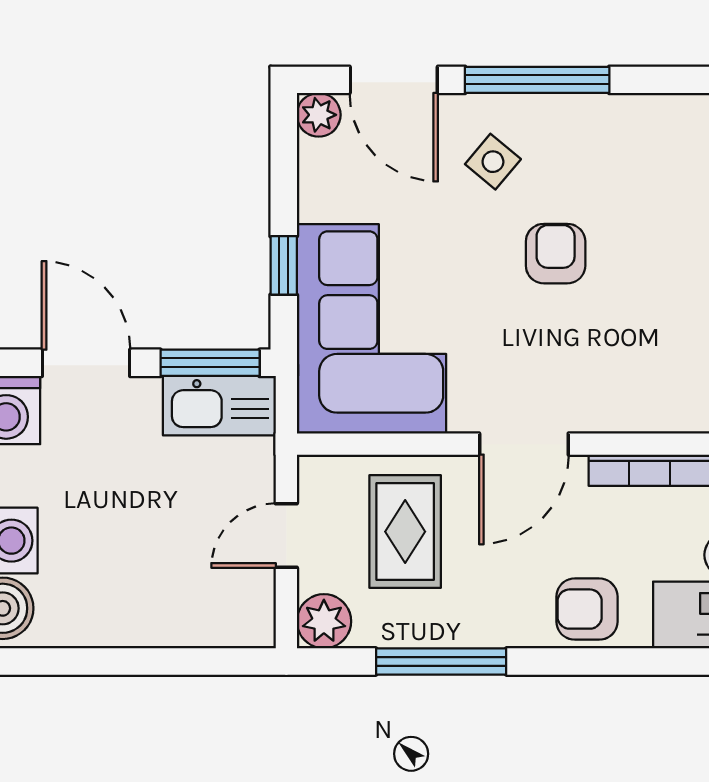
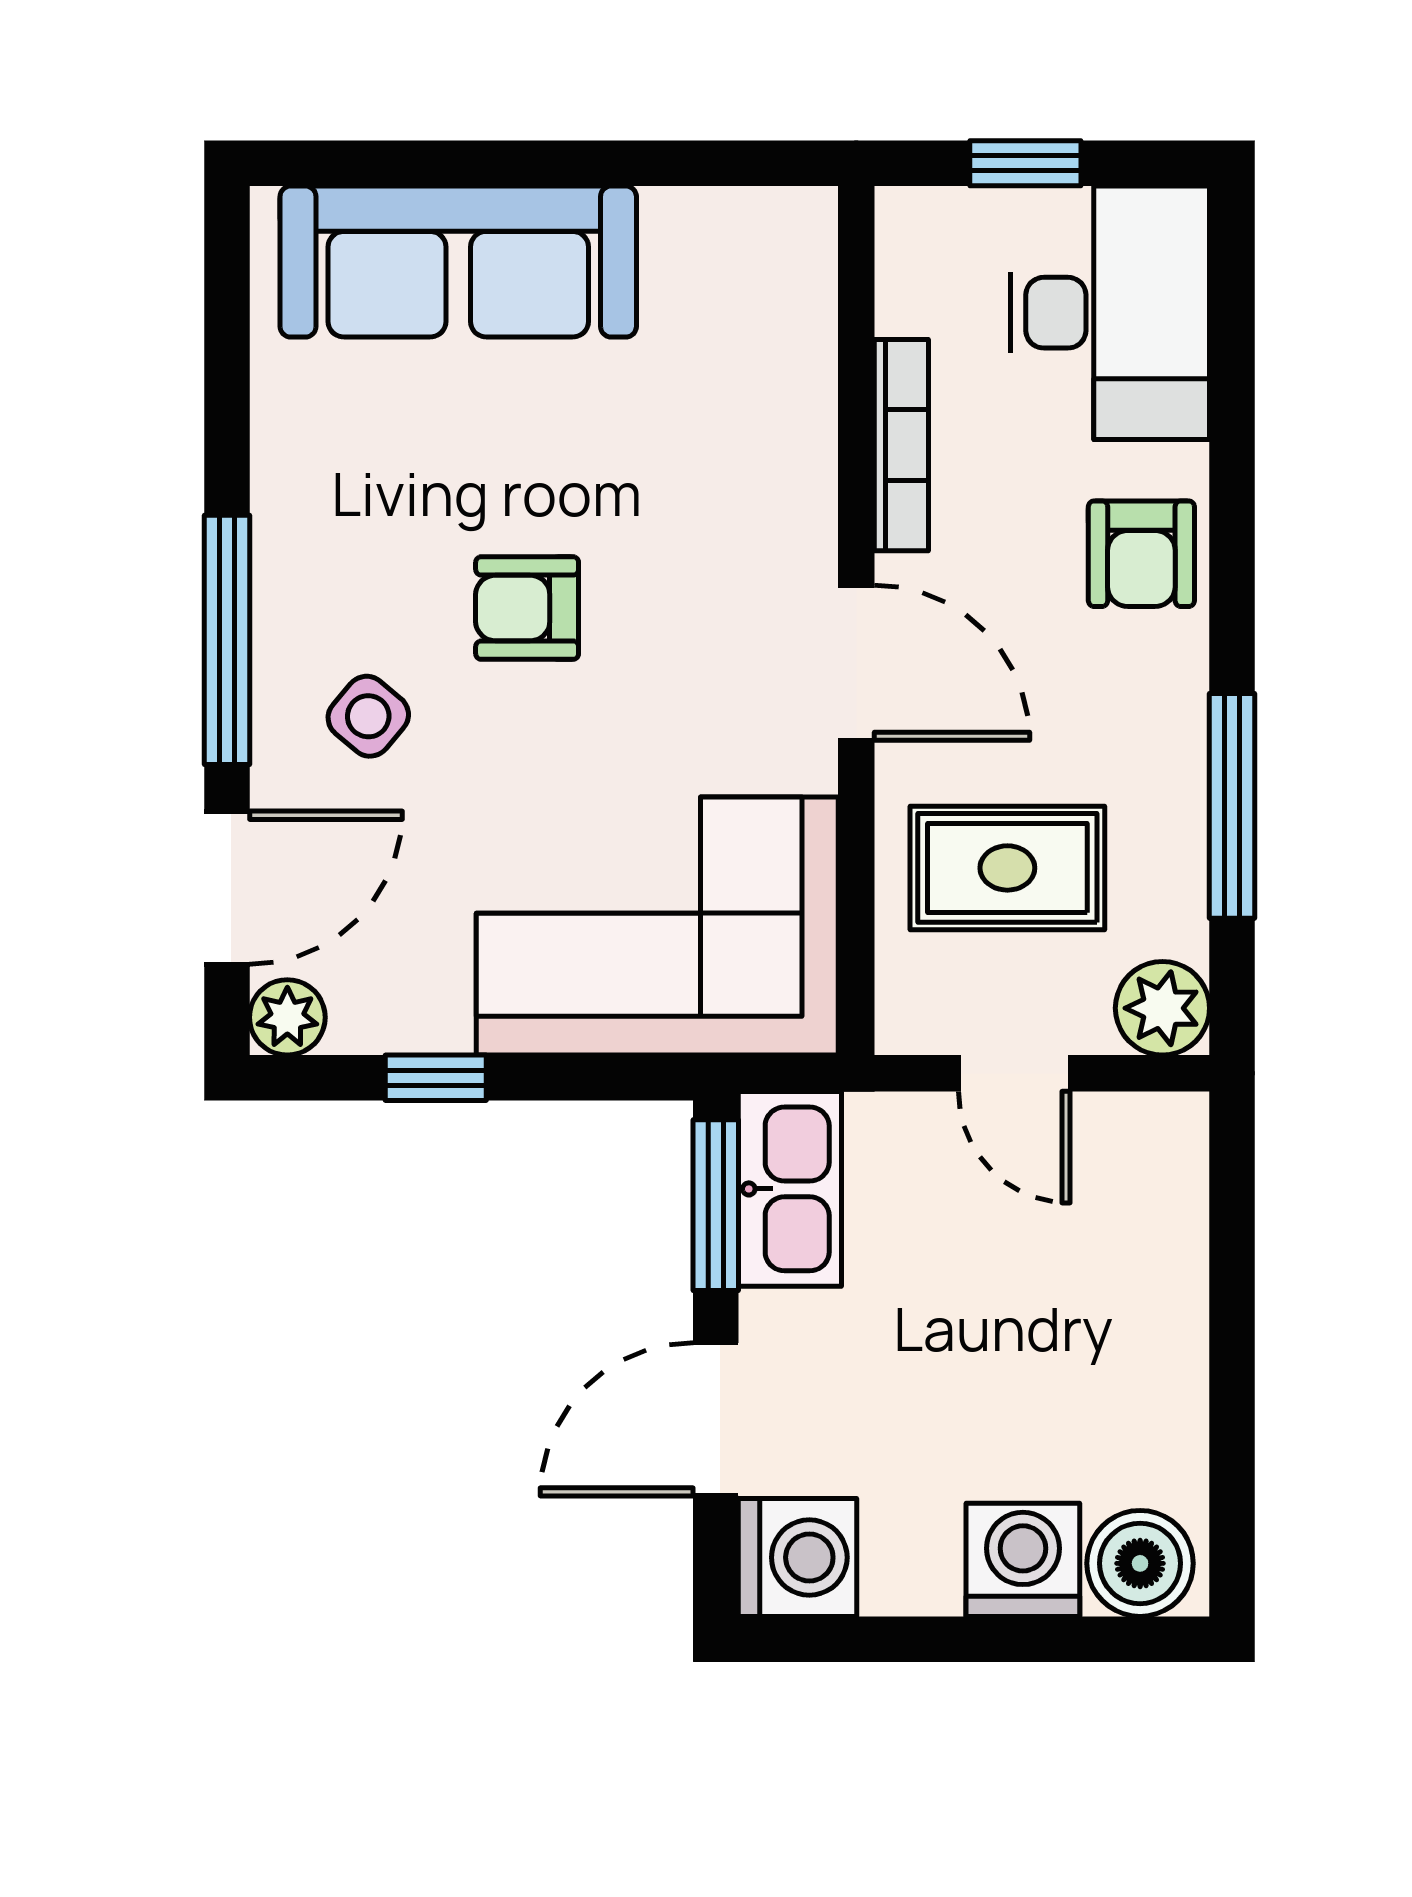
window: (284, 265) -> (436, 1078), moved

